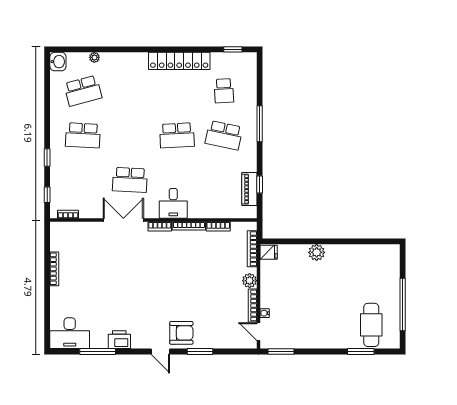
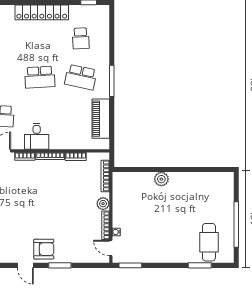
window: (260, 124) -> (112, 81), moved
window: (260, 184) -> (112, 120), removed
piano: (249, 189) -> (101, 119), width x1.37, depth x1.33
fridge: (269, 252) -> (120, 179), removed

